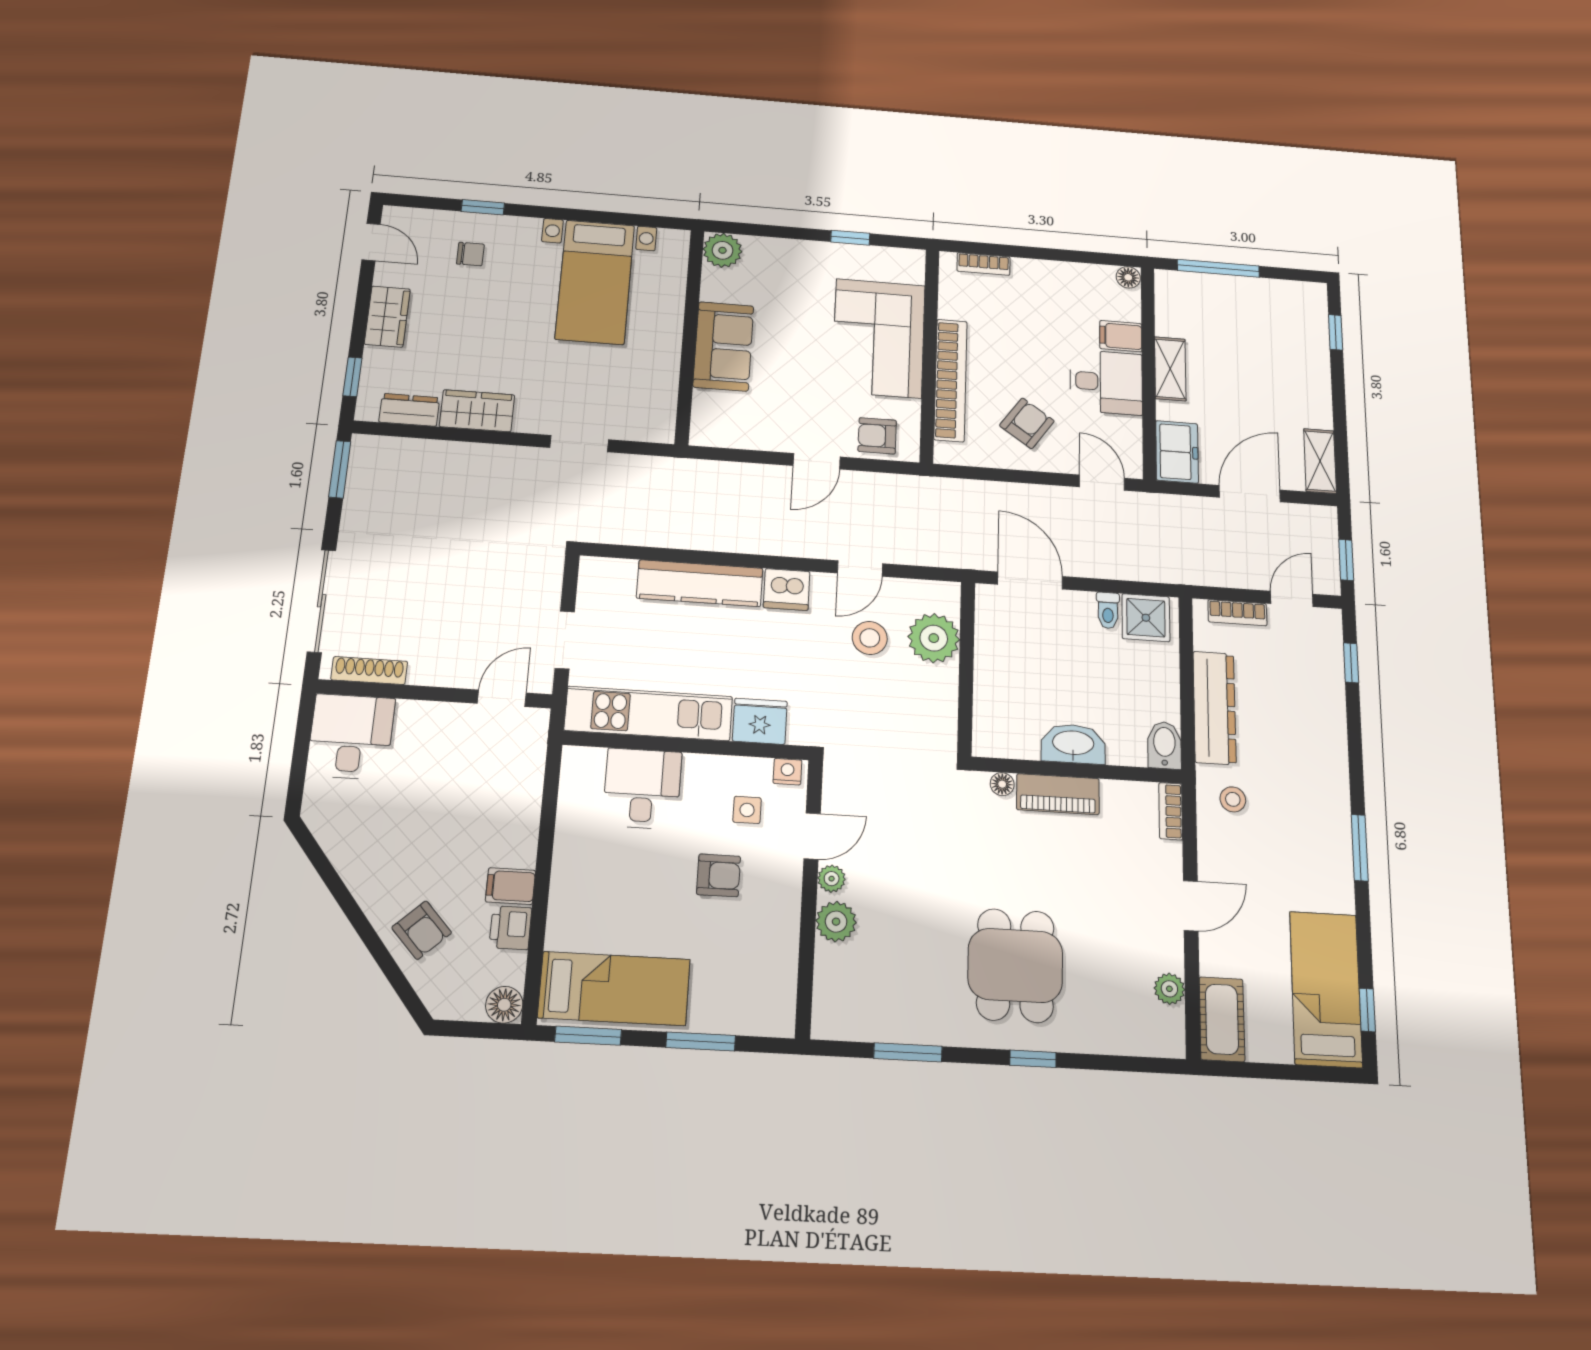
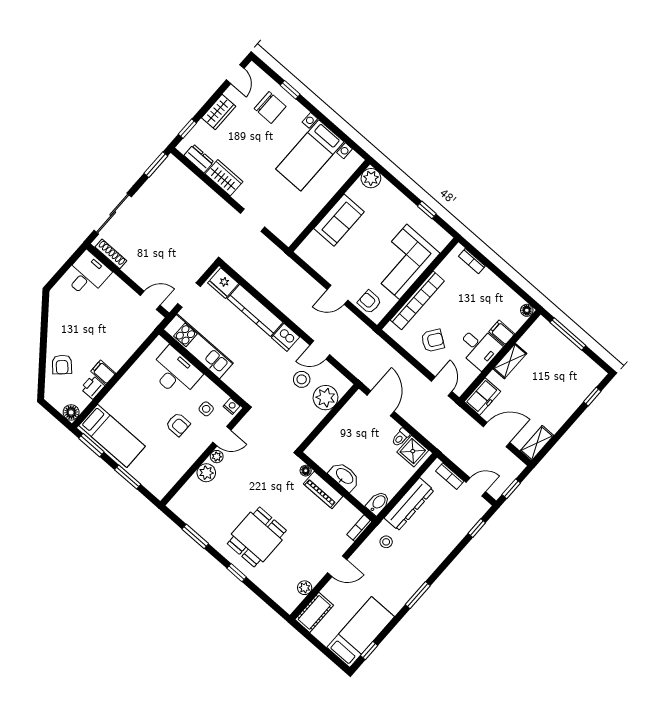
chair: (470, 254) -> (270, 107), width x1.87, depth x1.87
fridge: (760, 721) -> (223, 283), moved, turned 180
desk: (642, 789) -> (175, 372), width x1.37

